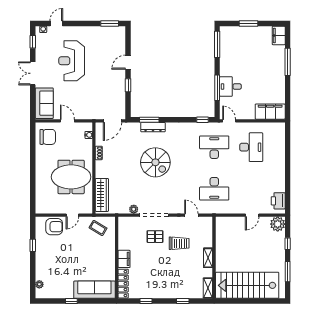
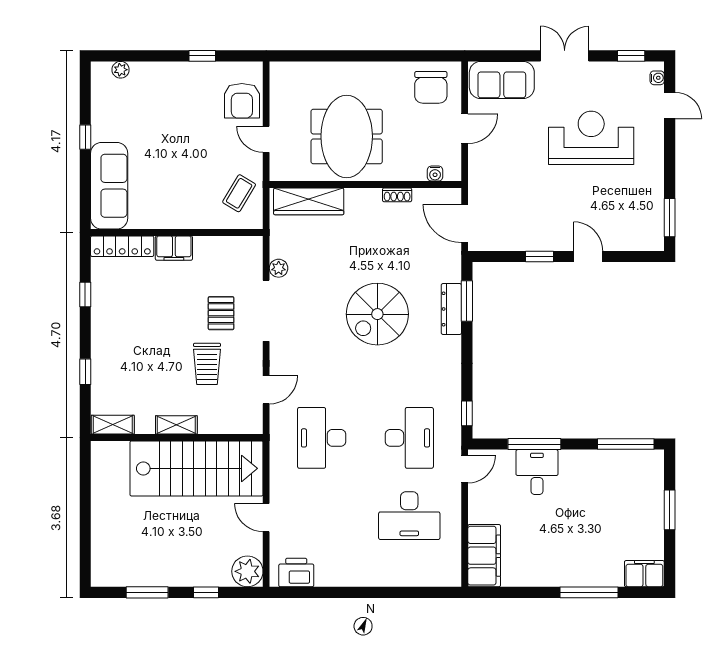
stairs: (247, 285) -> (196, 468), moved, turned 90

